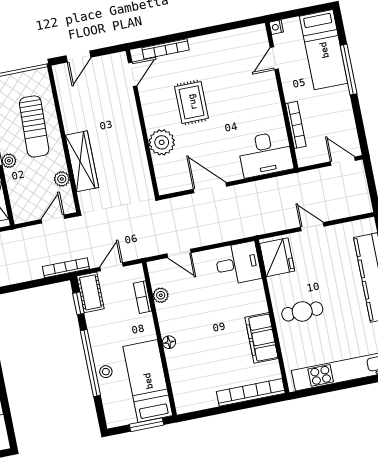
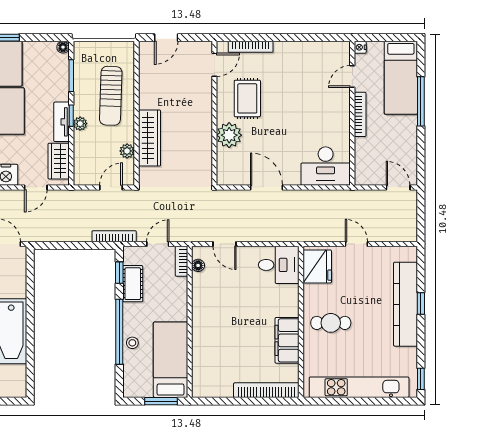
rug: (192, 102) -> (247, 98), moved
bookcase: (296, 125) -> (360, 114), moved
cot: (90, 292) -> (133, 284), moved
plant: (161, 295) -> (199, 281), removed
bookcase: (143, 297) -> (181, 261), moved
floor lamp: (169, 342) -> (198, 265), moved

